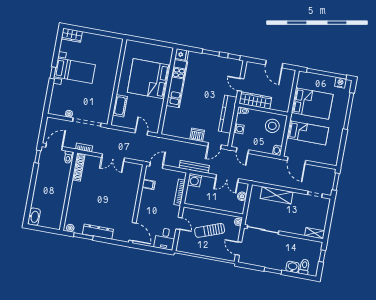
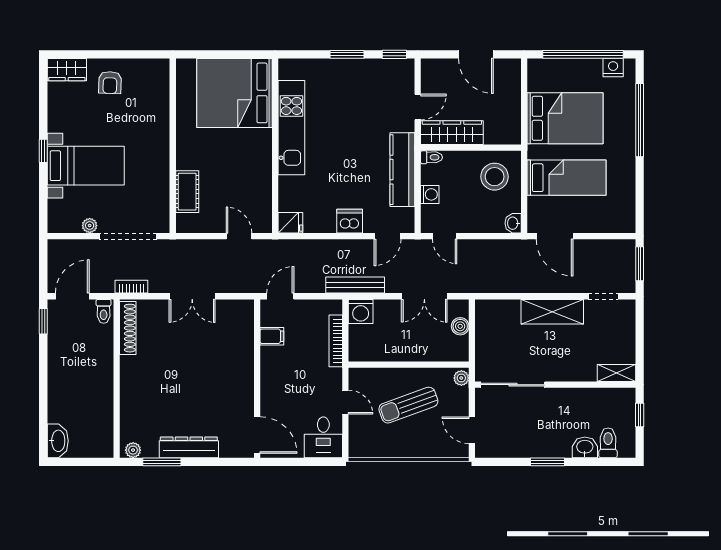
armchair: (92, 45) -> (110, 83), added
fridge: (182, 55) -> (290, 223), moved
bed with nightstands: (75, 71) -> (86, 166), moved
bed: (149, 79) -> (235, 93), moved
door: (241, 85) -> (418, 107), swing flipped
shelving: (277, 195) -> (552, 312), moved

